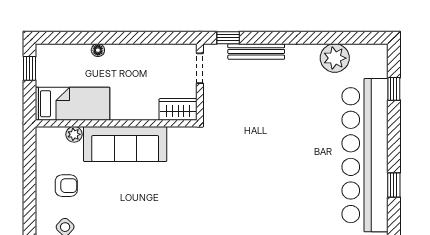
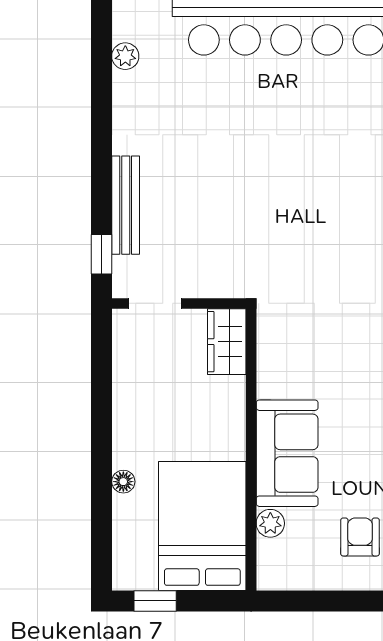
plant: (335, 58) -> (125, 56), width x0.53, depth x0.53
bed: (73, 104) -> (202, 526), width x1.50
sofa: (125, 144) -> (287, 453), width x0.73

